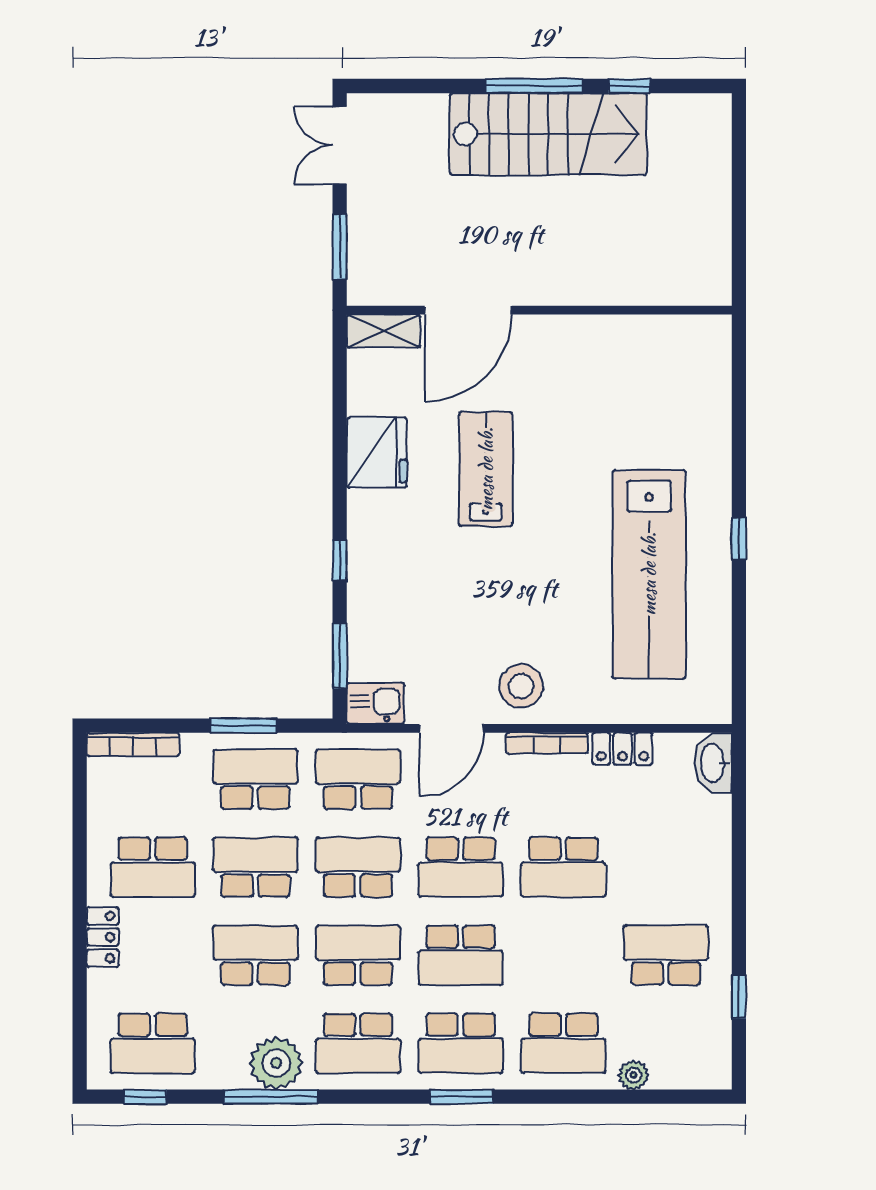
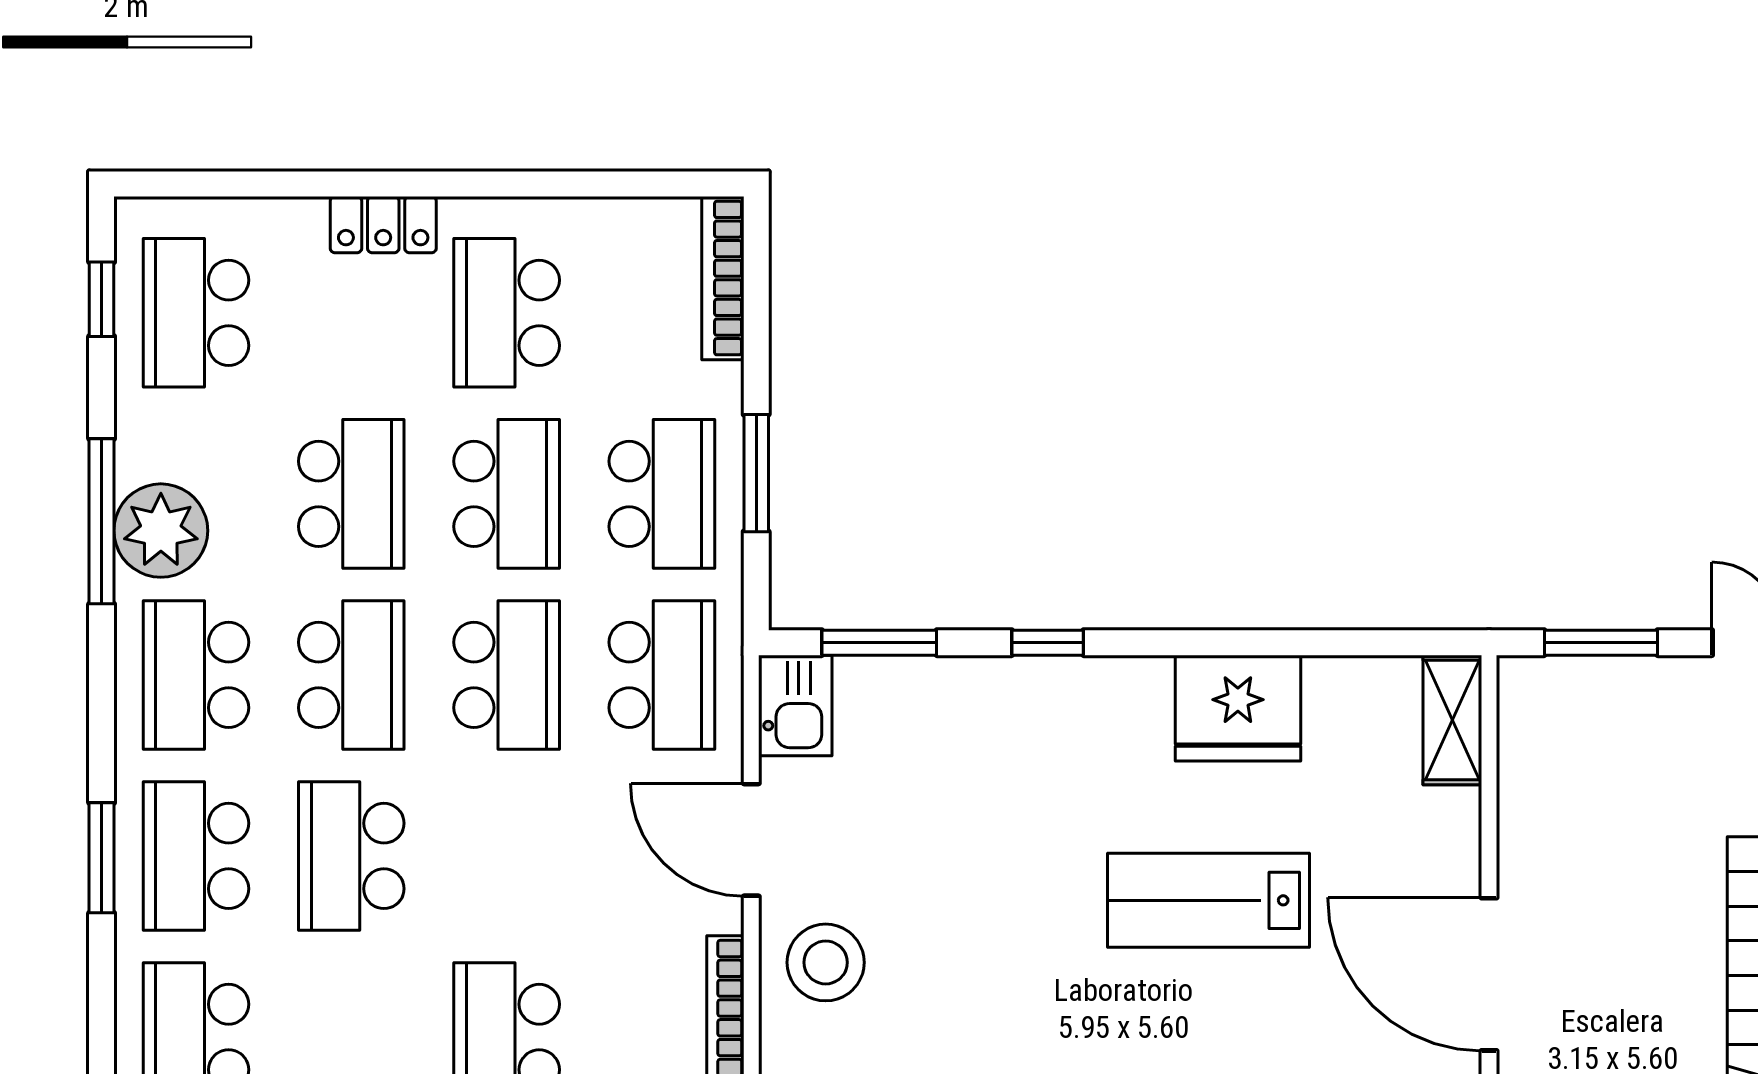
door: (468, 310) -> (1489, 974), moved
lab bench: (486, 469) -> (1209, 900), turned 180
school desk: (461, 867) -> (507, 856), removed

